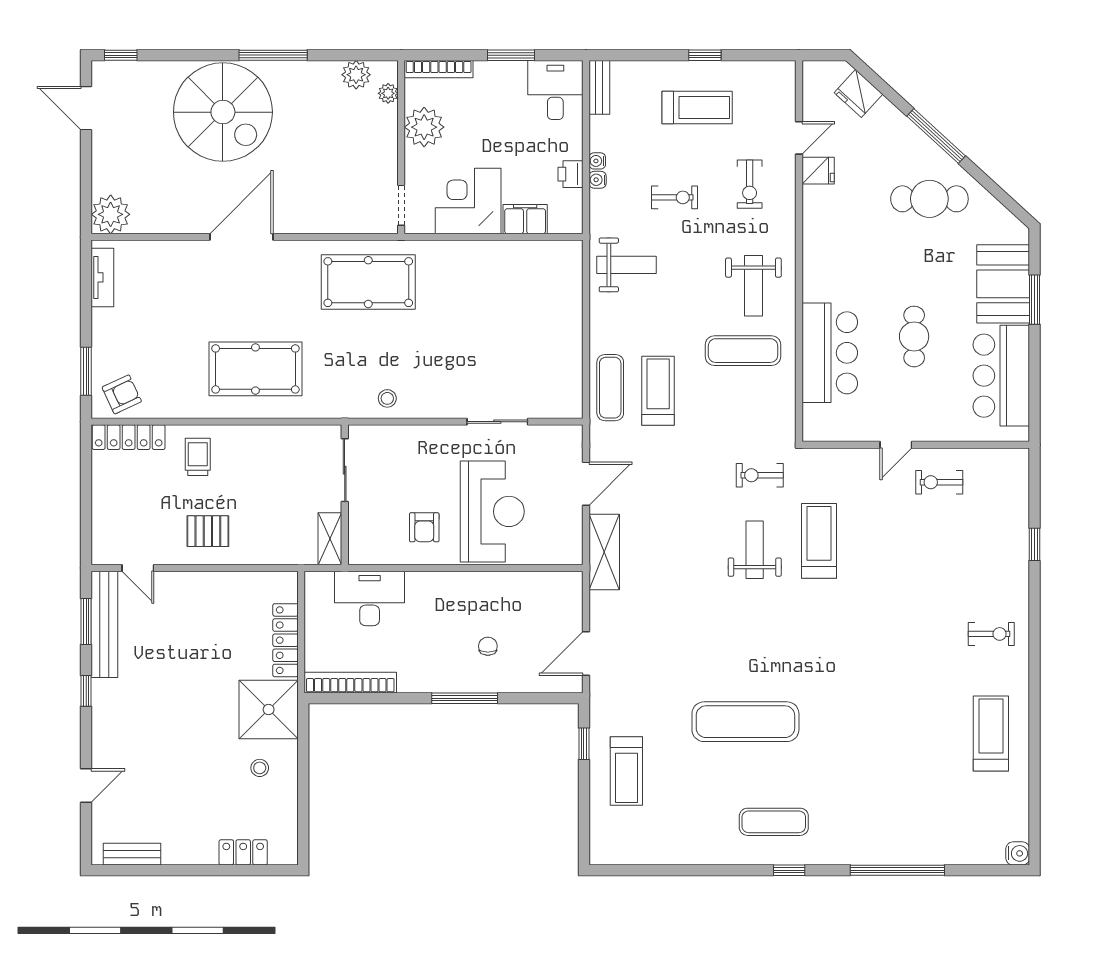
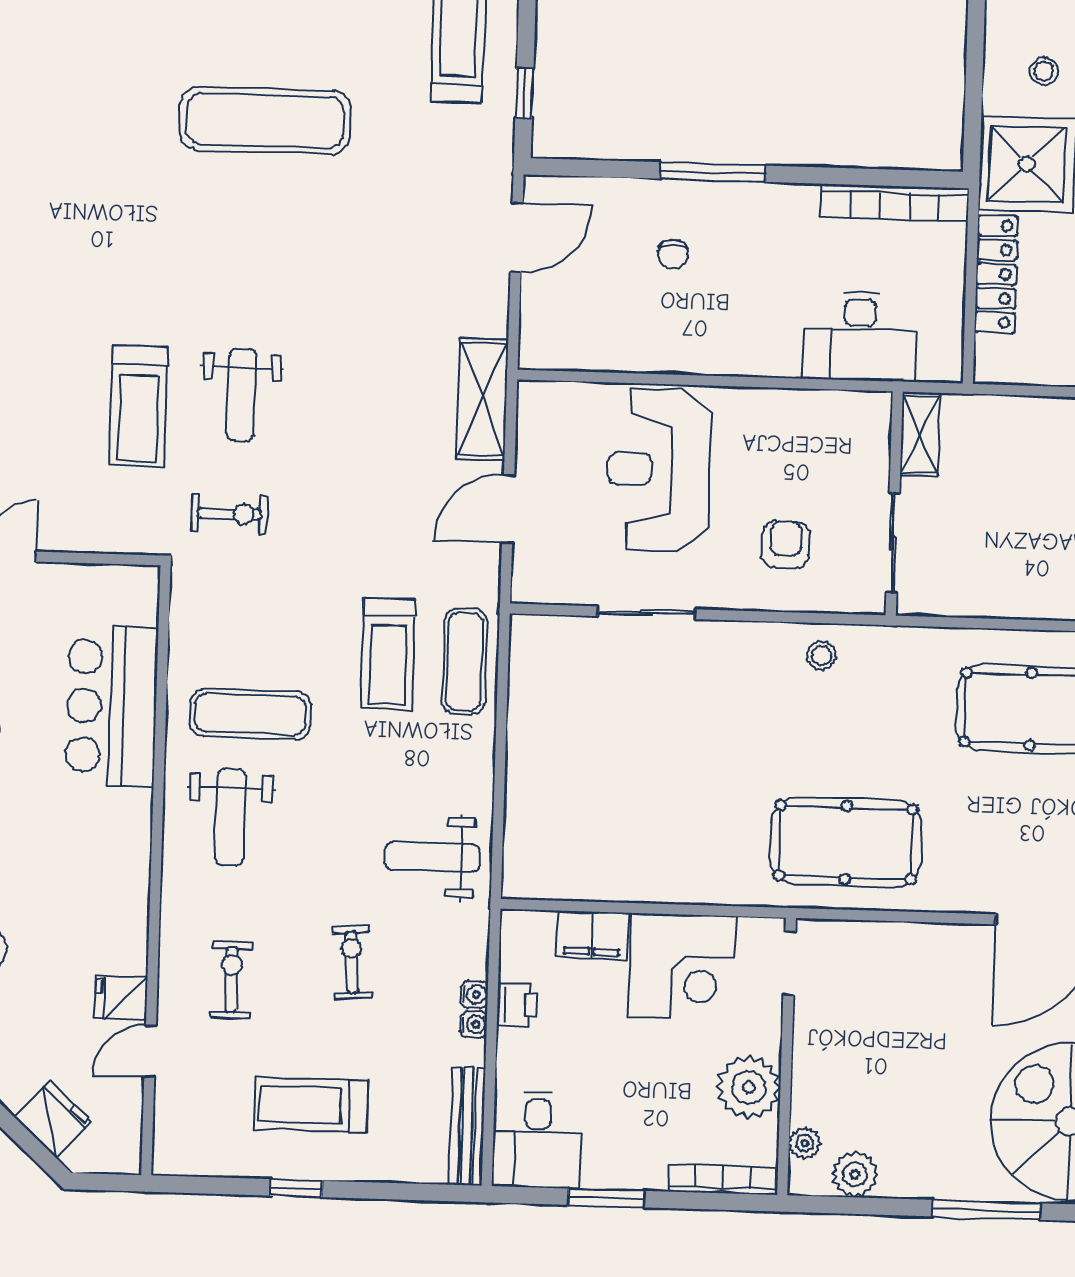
bench: (599, 87) -> (467, 1126), width x1.36
exercise bike: (675, 197) -> (352, 962), turned 86
weight bench: (753, 286) -> (230, 817), turned 180
armchair: (424, 527) -> (786, 544), moved

